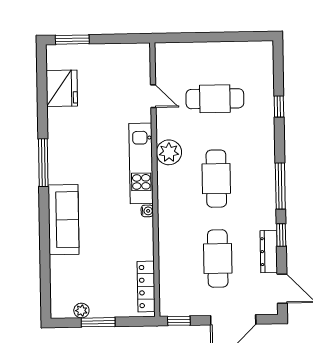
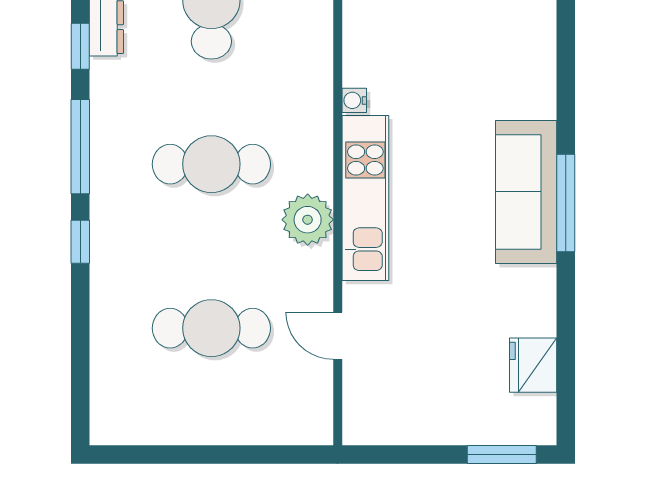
fridge: (62, 88) -> (533, 365), width x0.73, depth x0.75
window: (279, 107) -> (80, 242), moved
cafe table: (216, 179) -> (211, 164), turned 90
sofa: (64, 220) -> (526, 192), moved

